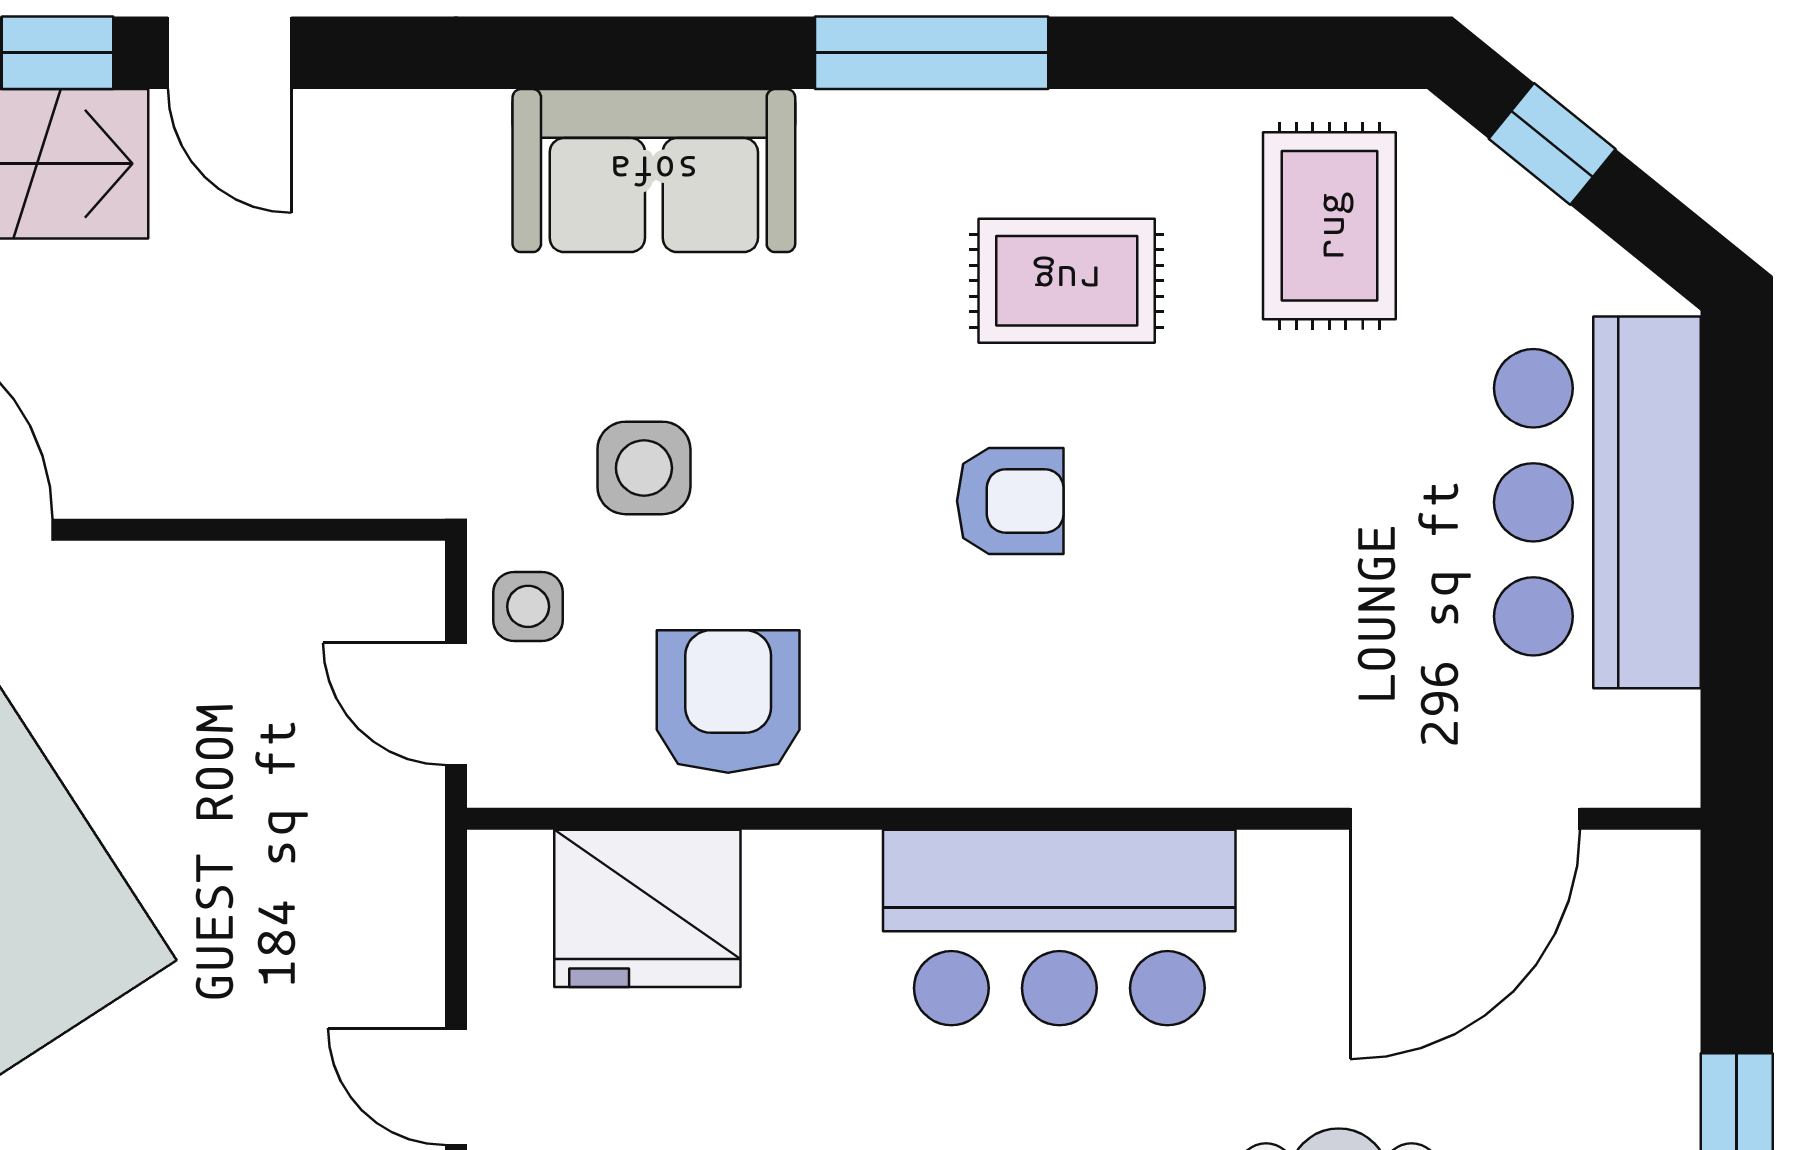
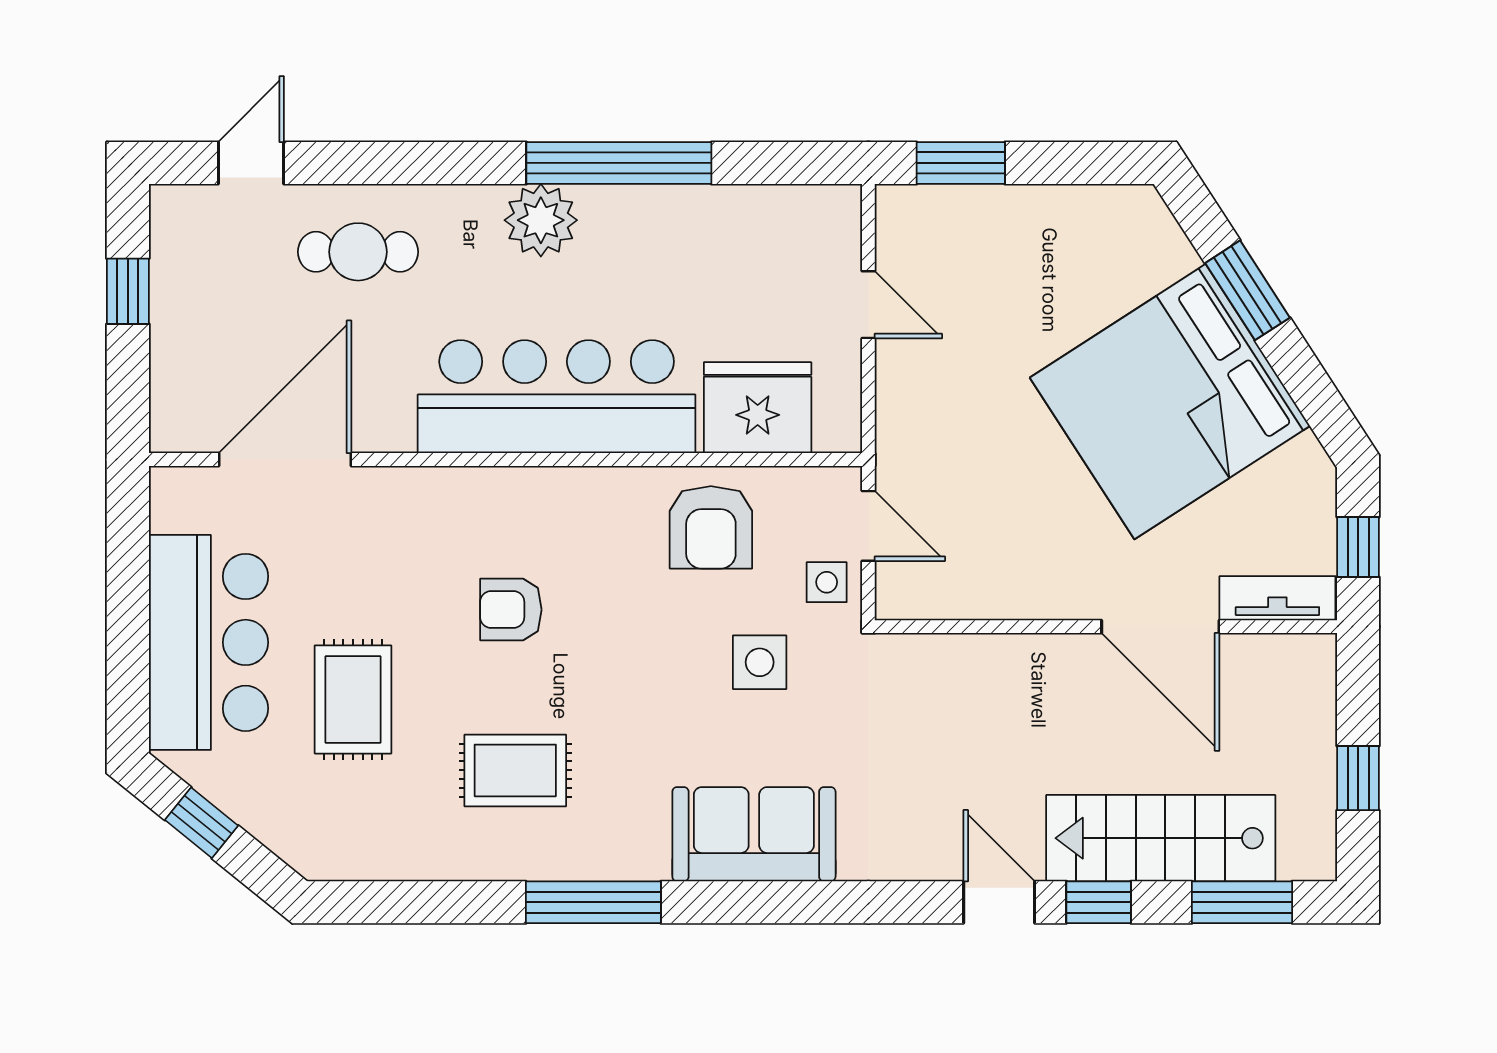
window: (1552, 144) -> (201, 823), moved
rug: (1329, 226) -> (353, 699), moved
armchair: (1010, 501) -> (511, 610), moved
bar counter: (1059, 927) -> (557, 397), width x1.36

